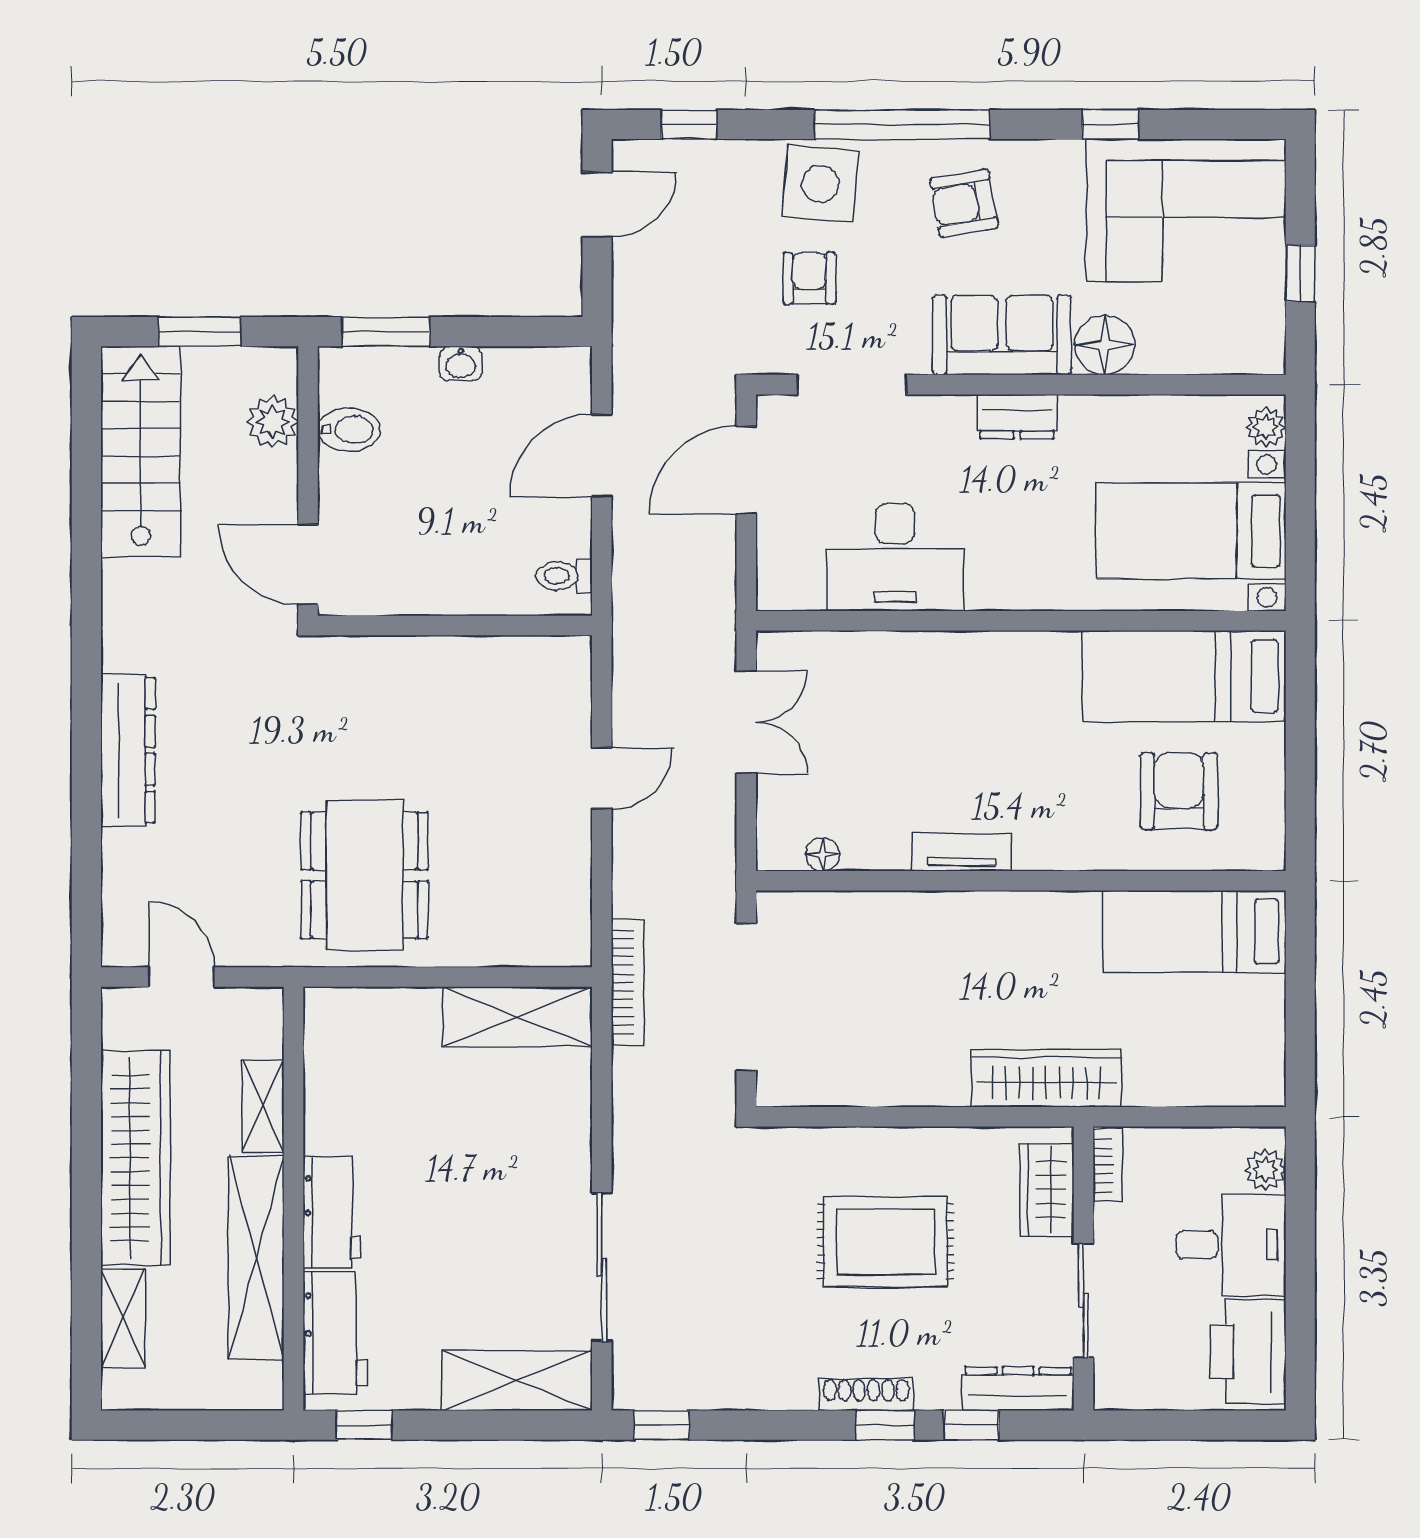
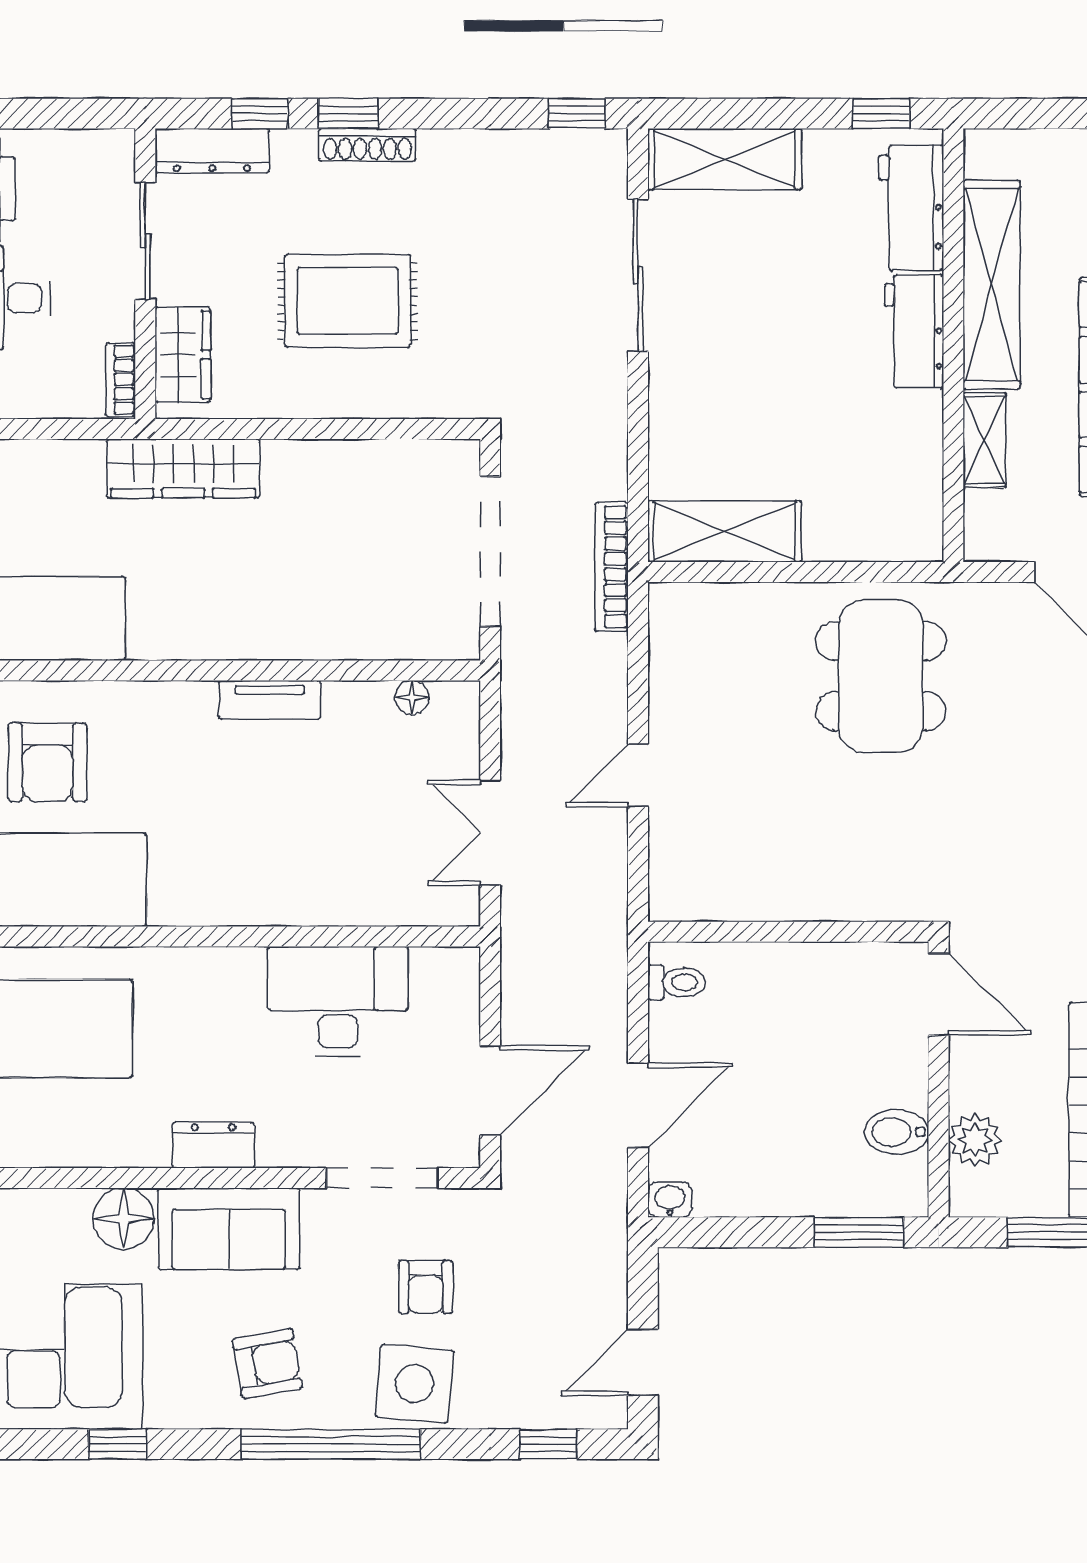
washbasin: (461, 363) -> (670, 1200), moved

